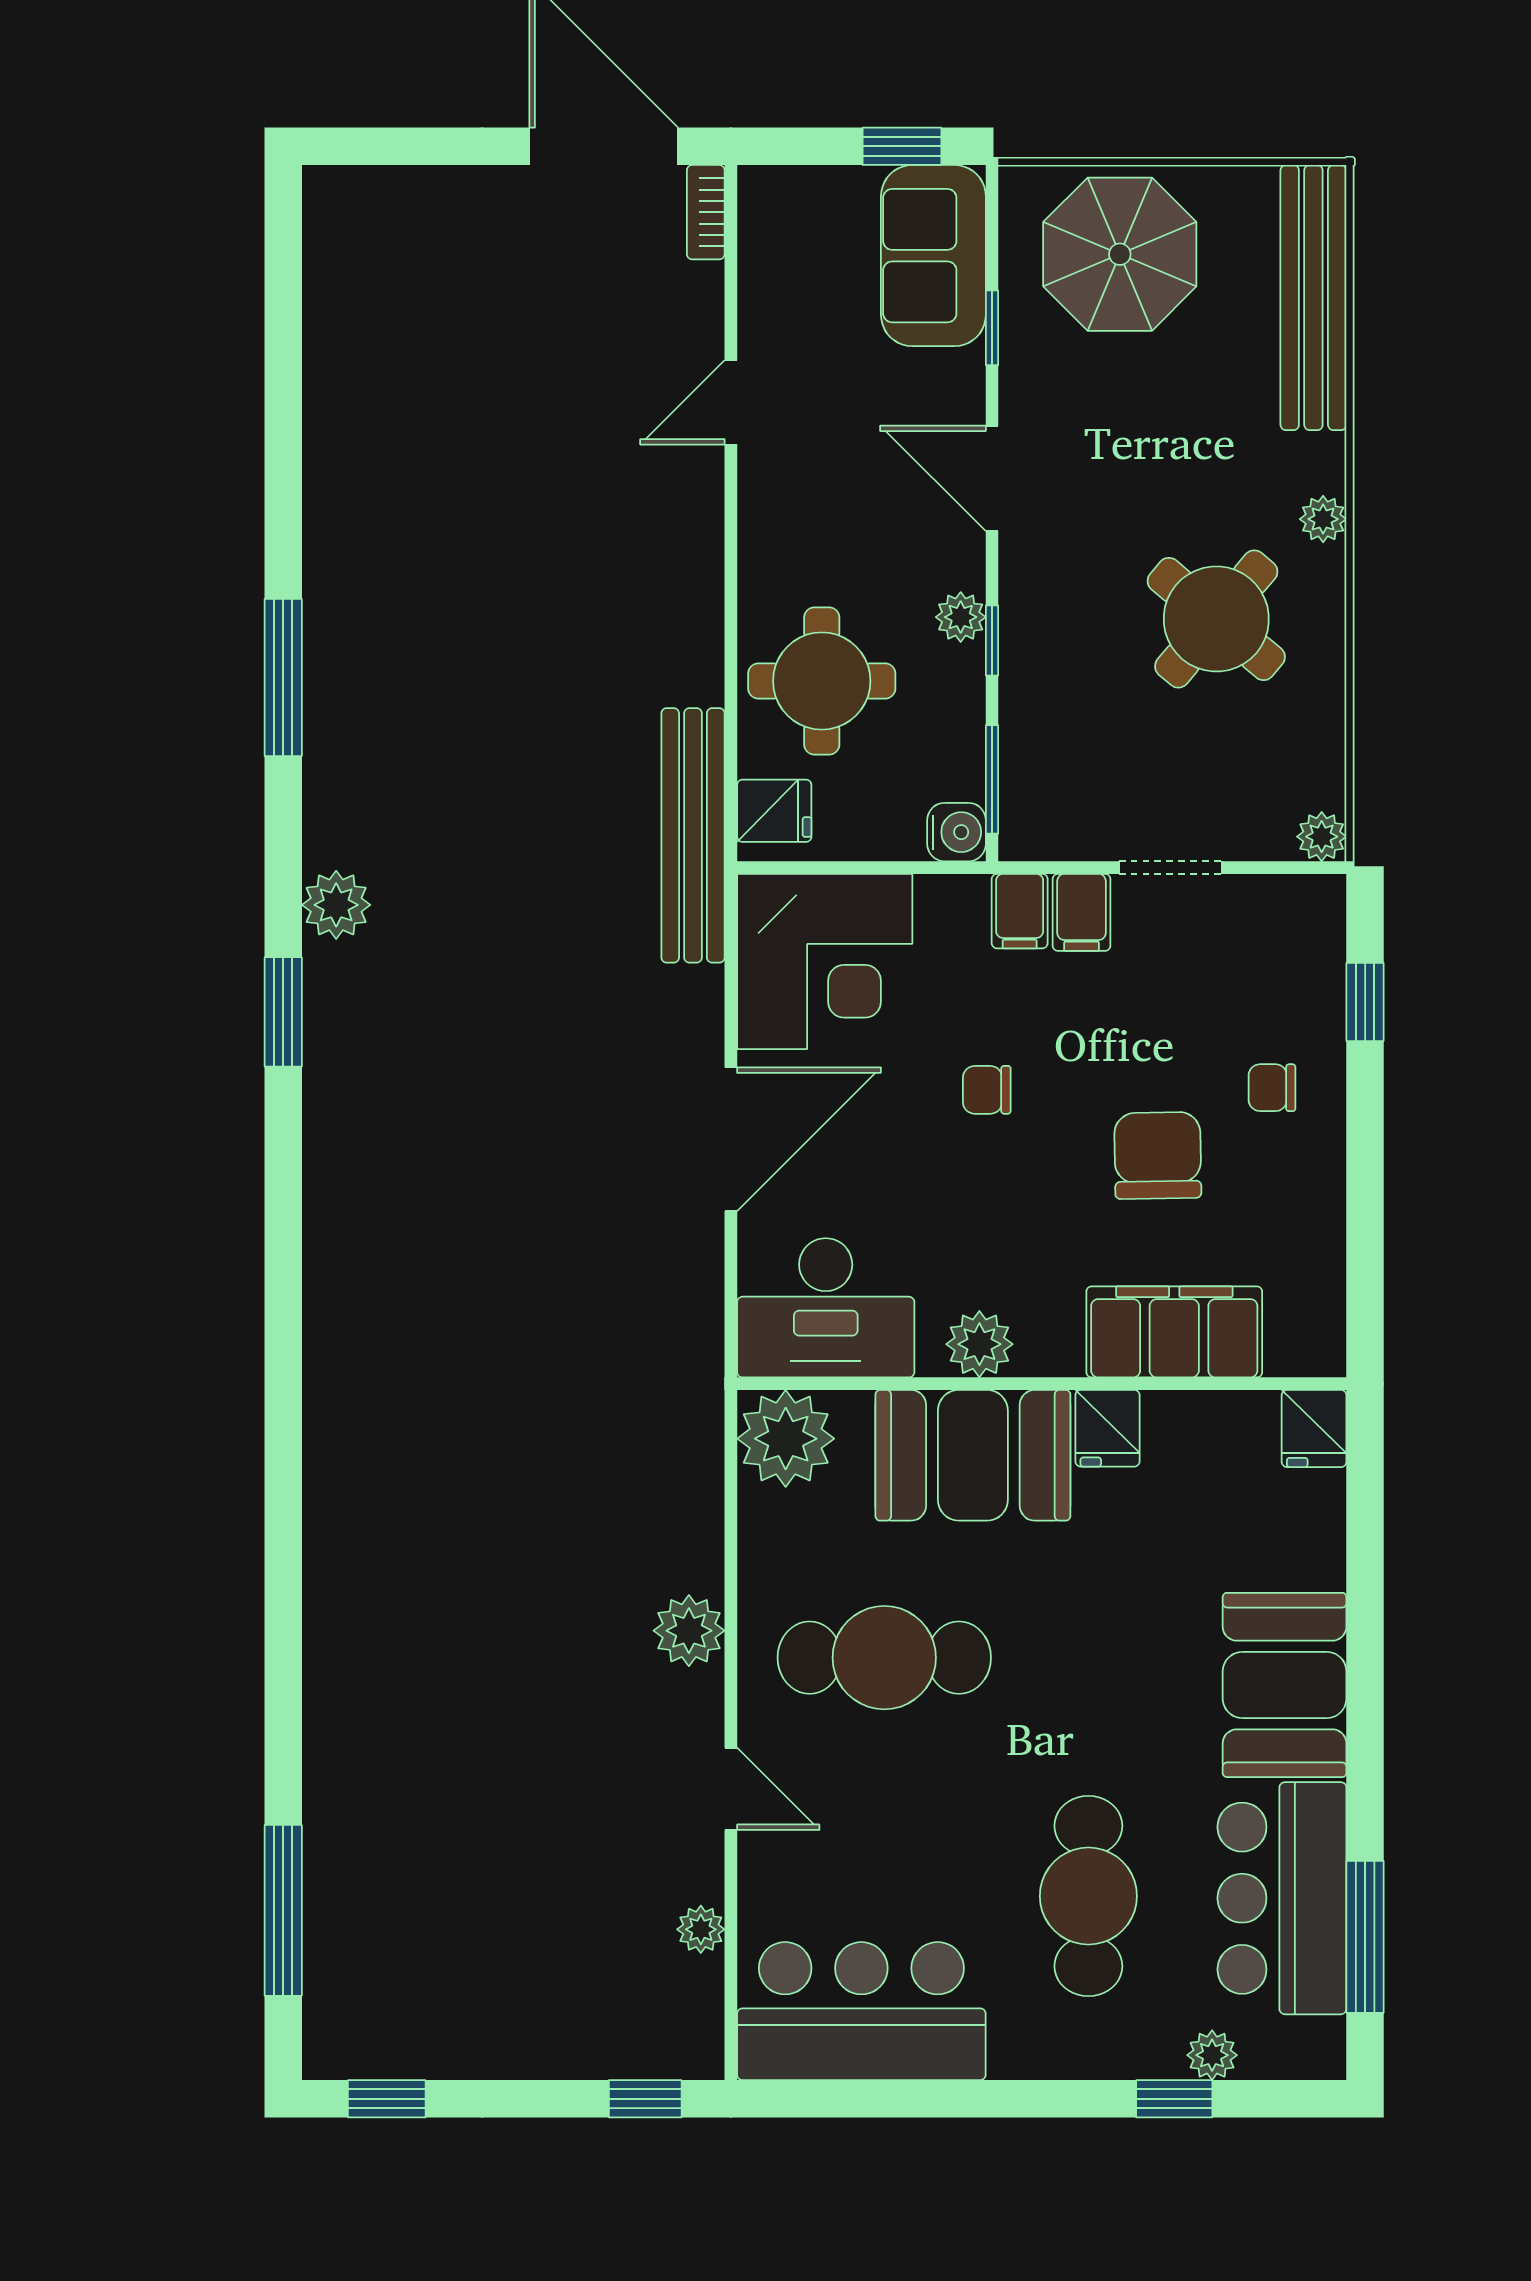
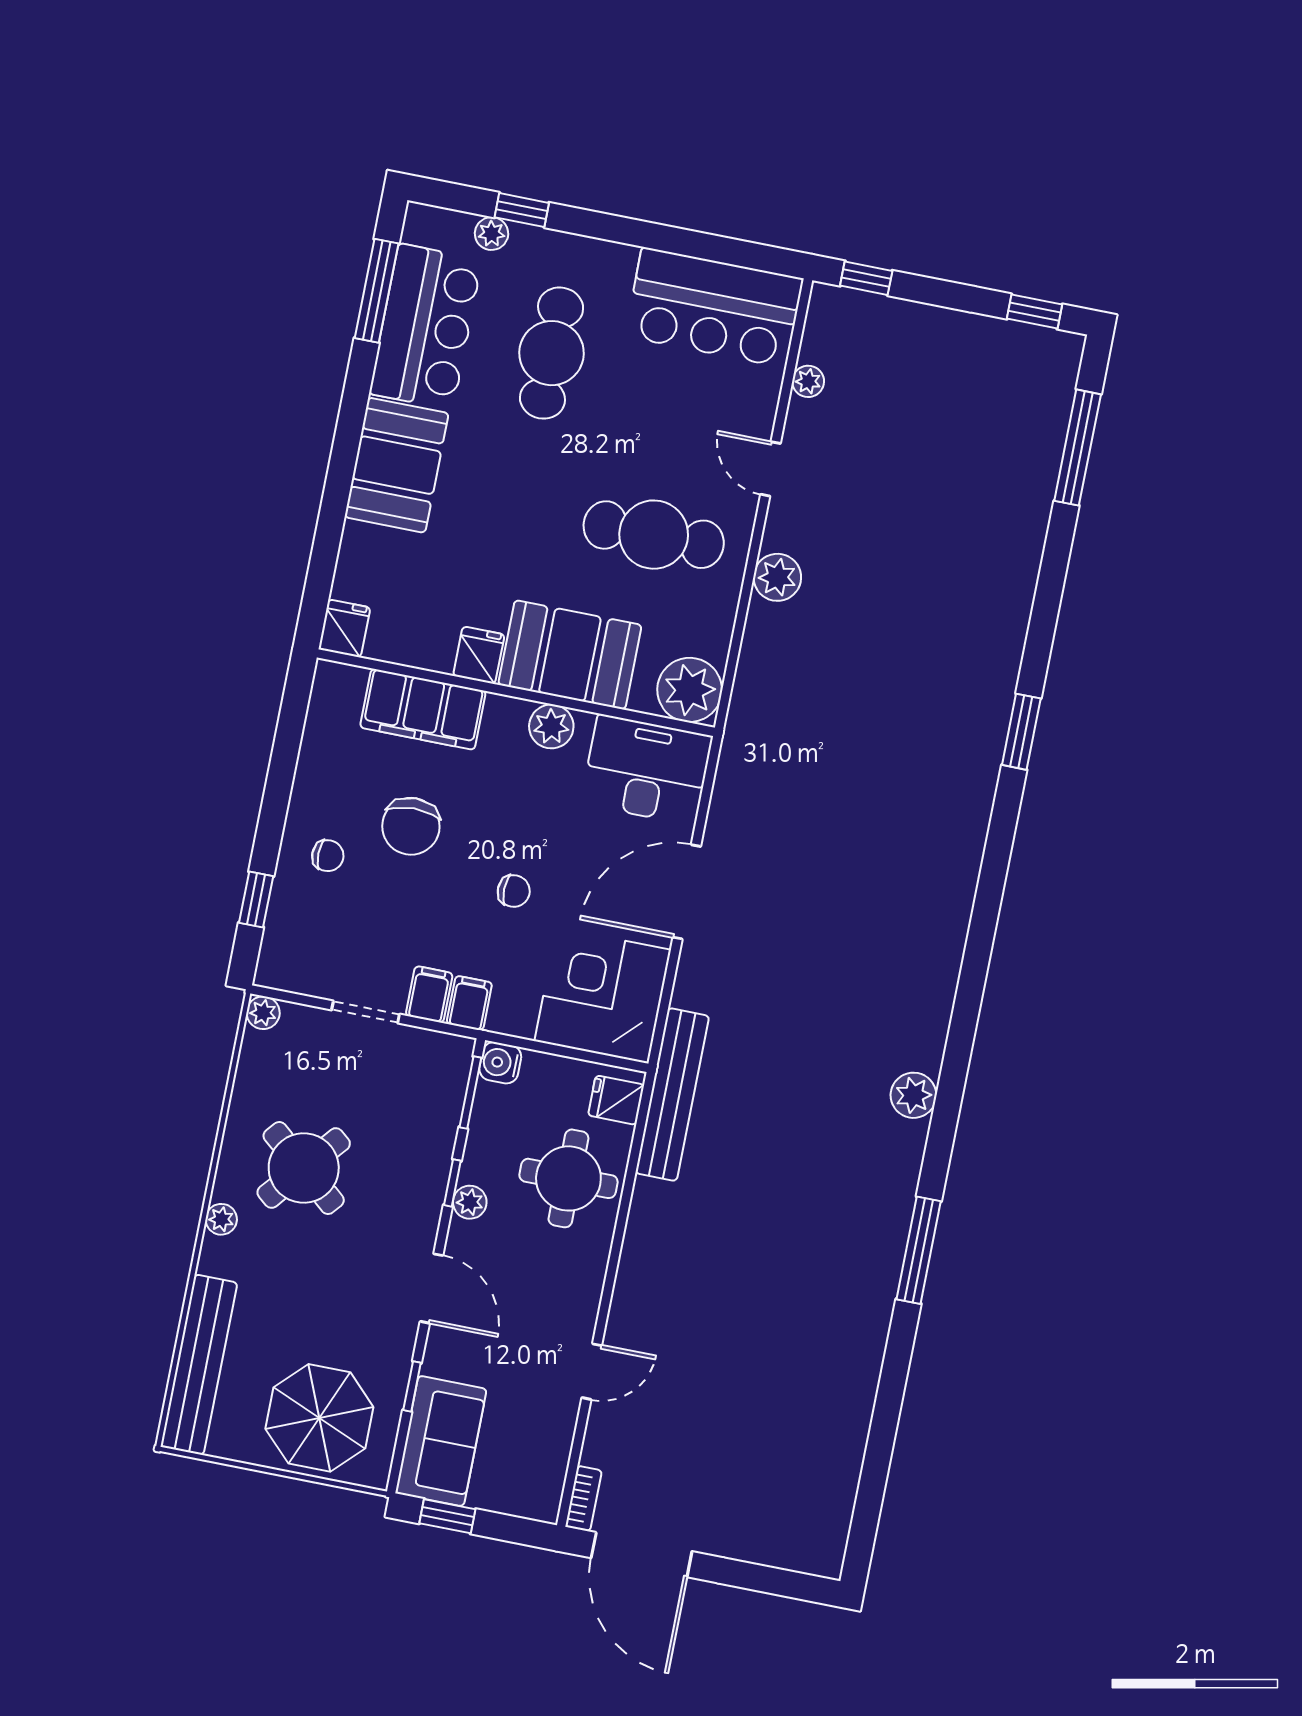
window: (283, 1012) -> (1021, 732), moved

